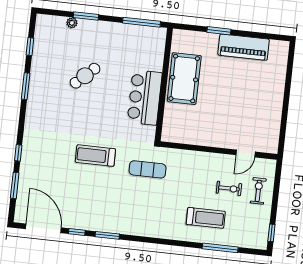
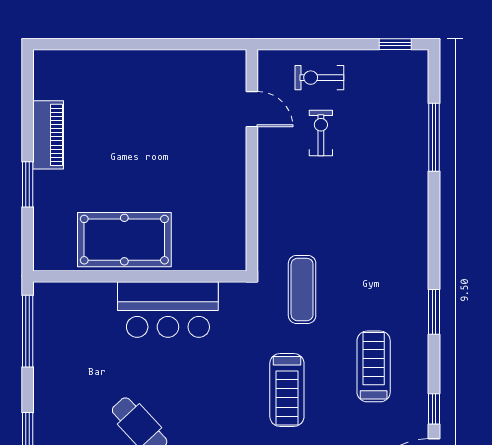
piano: (244, 47) -> (48, 135), width x0.73, depth x0.75
treadmill: (206, 218) -> (374, 366), moved
window: (107, 235) -> (434, 312), moved

